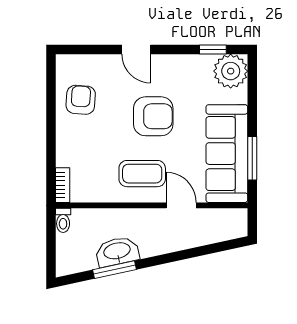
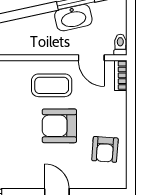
armchair: (153, 116) -> (59, 126), moved
door: (181, 205) -> (91, 58), moved

